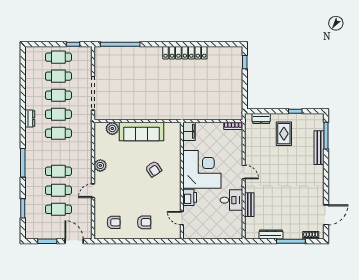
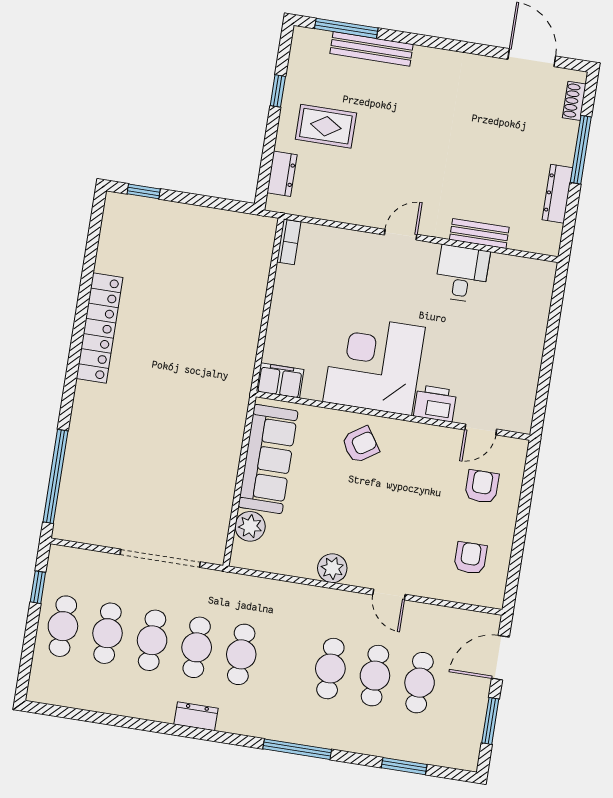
filing cabinet: (189, 131) -> (280, 380), moved
corner desk: (202, 169) -> (374, 365), moved
wall: (182, 181) -> (393, 416), moved
printer: (190, 197) -> (435, 403), moved
door: (182, 218) -> (481, 429), moved

